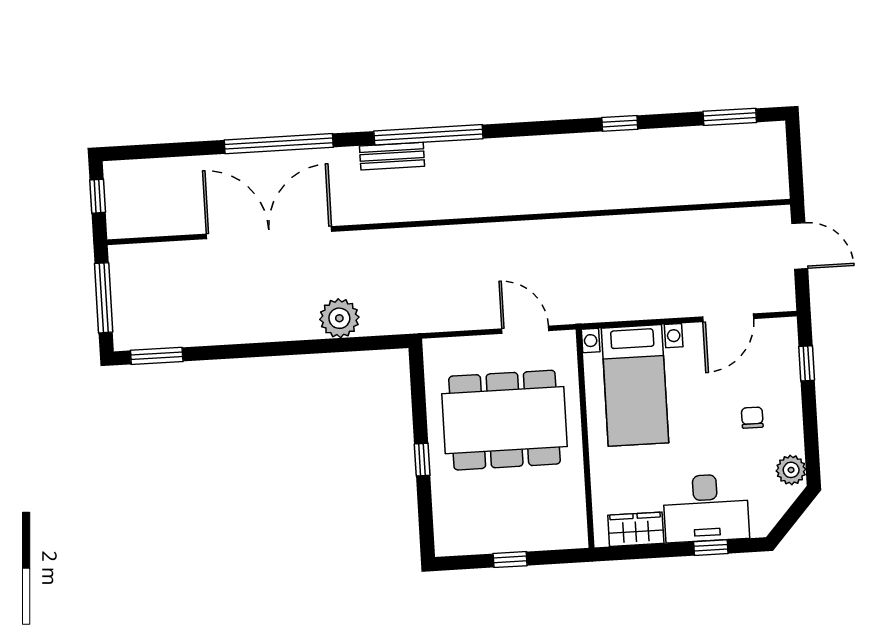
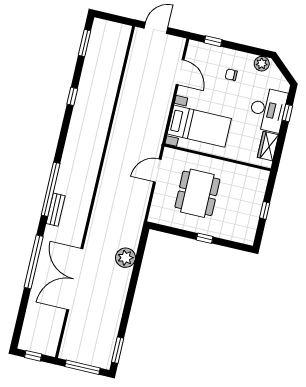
dining table: (505, 420) -> (197, 193), width x0.73, depth x0.80

